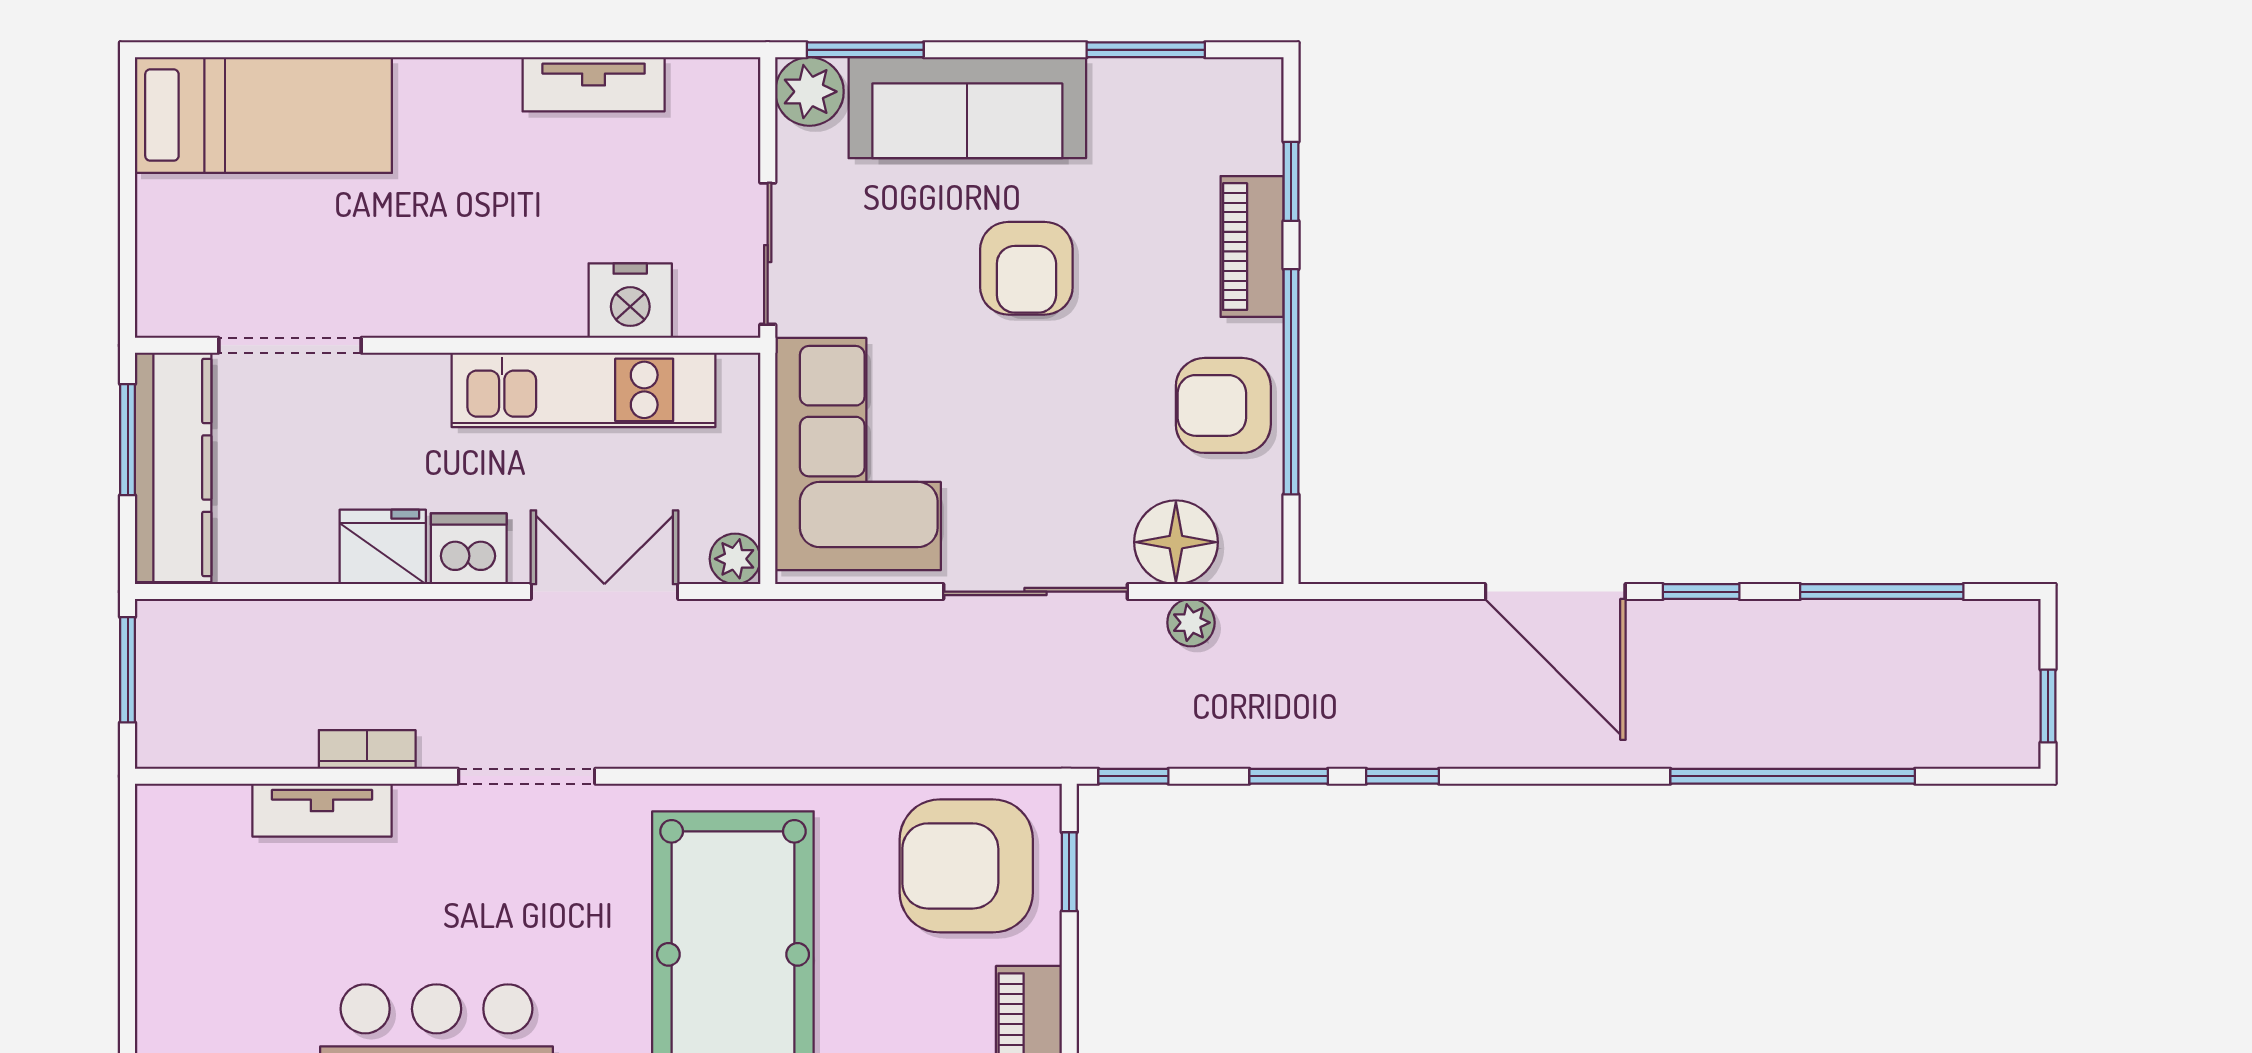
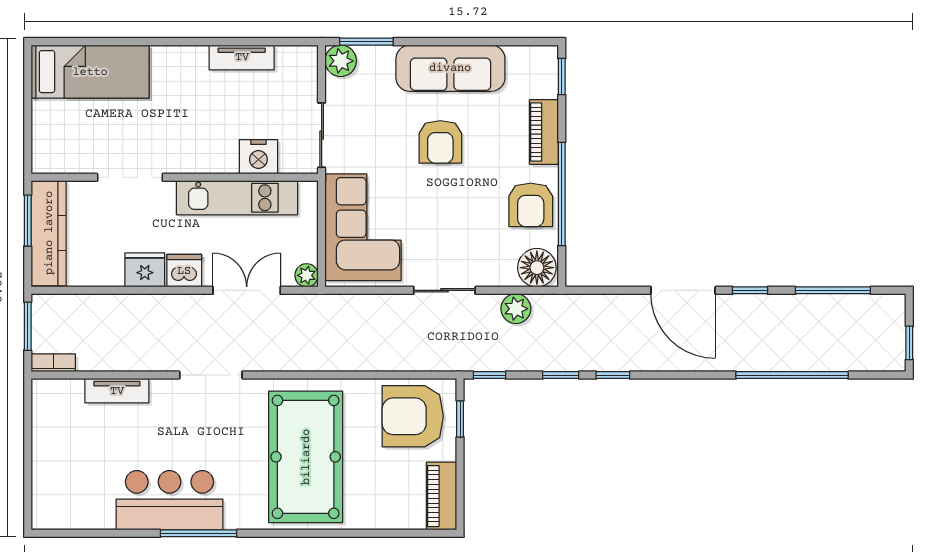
window: (1146, 50) -> (495, 42), removed
sofa: (967, 108) -> (450, 68), moved
window: (1291, 181) -> (562, 77), moved
doorway: (290, 345) -> (130, 177), moved
armchair: (1223, 405) -> (531, 205), turned -90
floor lamp: (1176, 542) -> (537, 268), moved
sliding door: (1036, 592) -> (444, 290), width x0.73
plant: (1191, 623) -> (516, 309), width x1.38, depth x1.38
bookcase: (367, 749) -> (53, 363), moved

